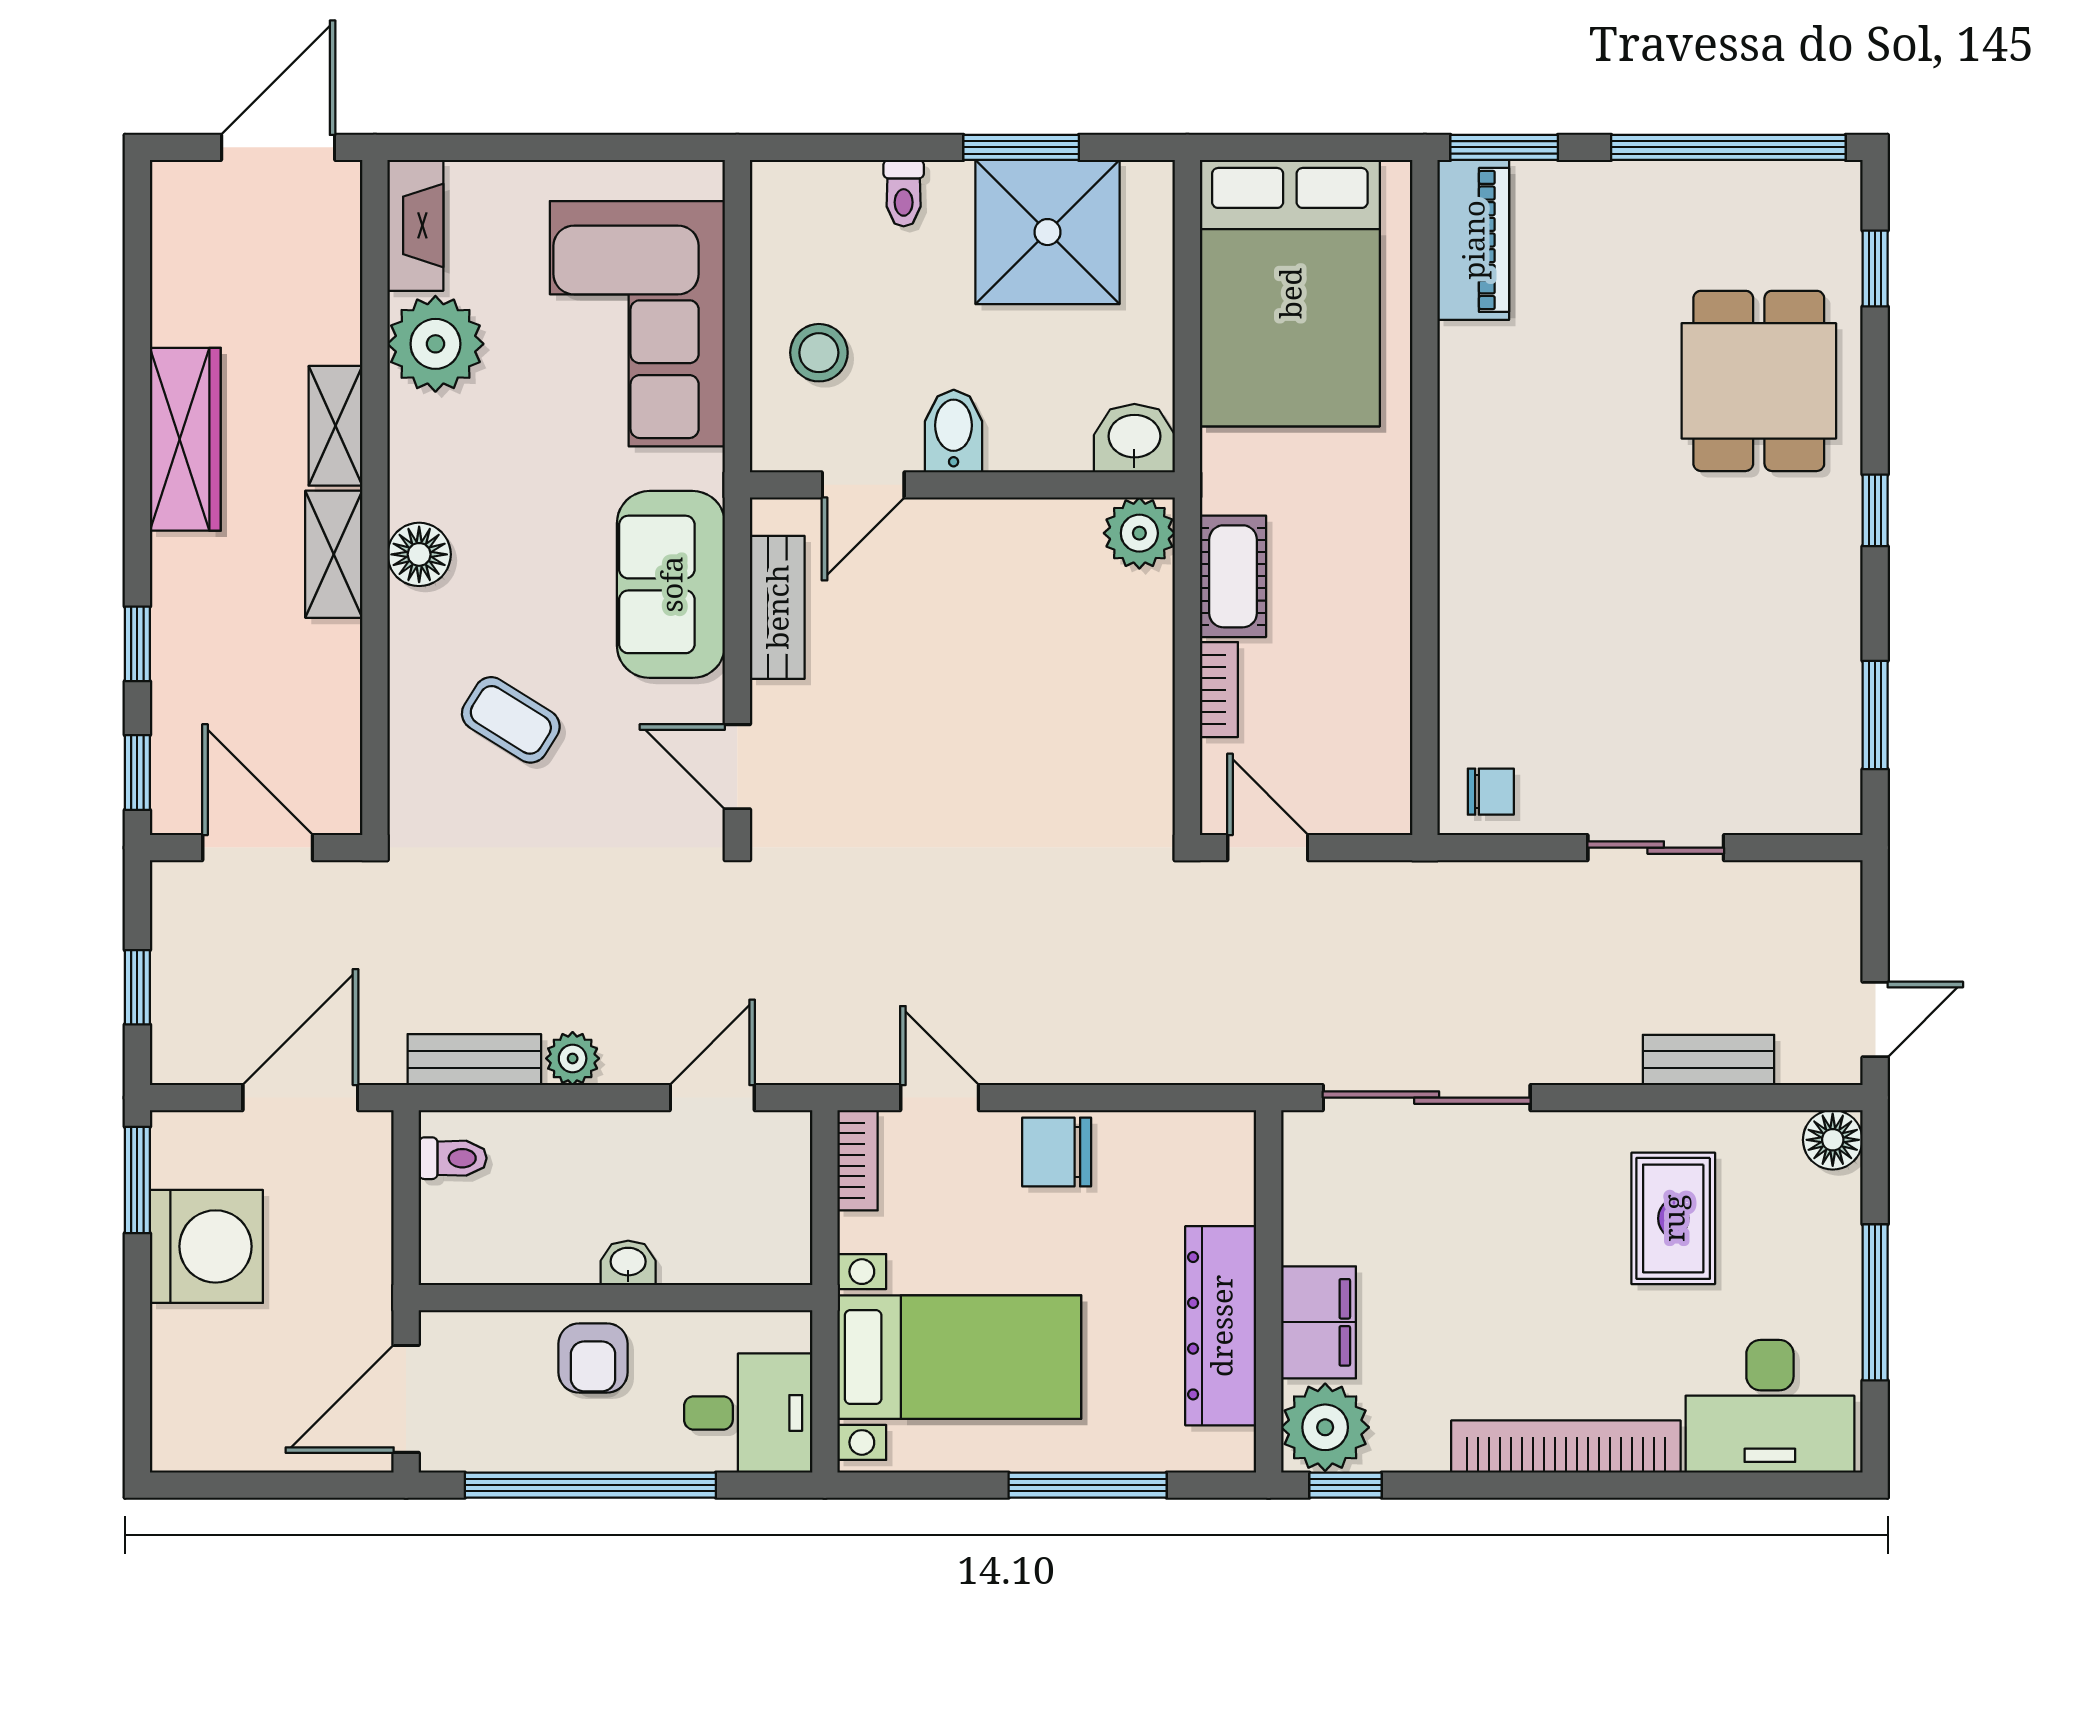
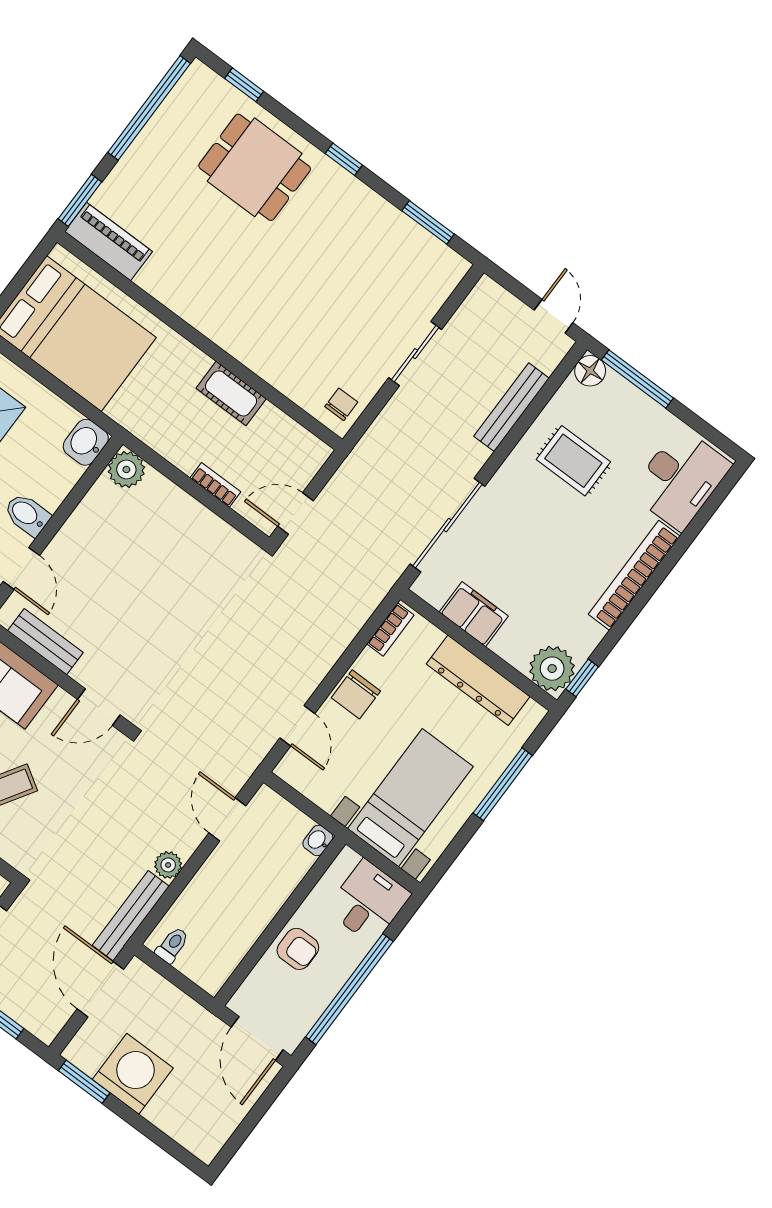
cot: (1233, 576) -> (231, 393), moved
bench: (474, 1060) -> (131, 916), width x1.36
bench: (1709, 1060) -> (512, 407), width x1.36
door: (940, 1098) -> (297, 726), swing flipped
bookcase: (858, 1160) -> (390, 629), moved, turned 90
washbasin: (628, 1263) -> (318, 840), moved
window: (1875, 1302) -> (637, 379), moved
filing cabinet: (1319, 1322) -> (474, 614), moved

